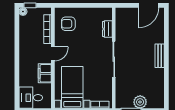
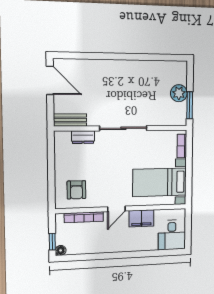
door: (53, 54) -> (116, 209), swing flipped
bench: (160, 56) -> (70, 120), moved

